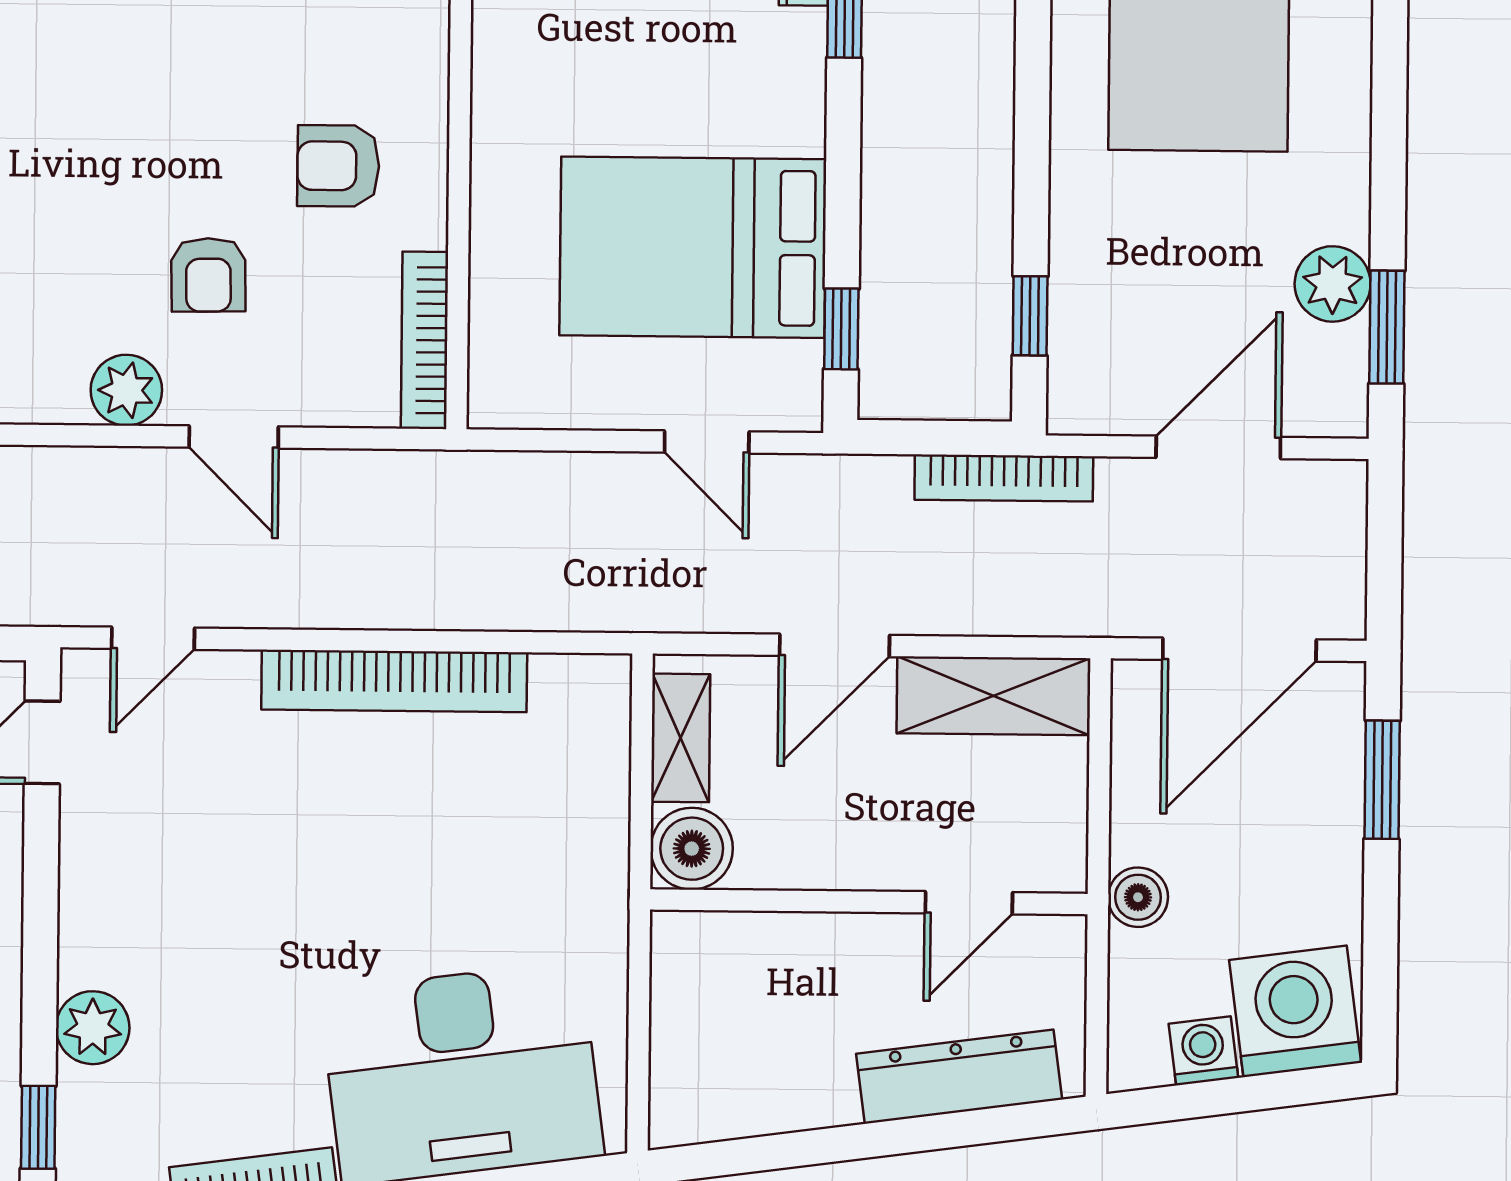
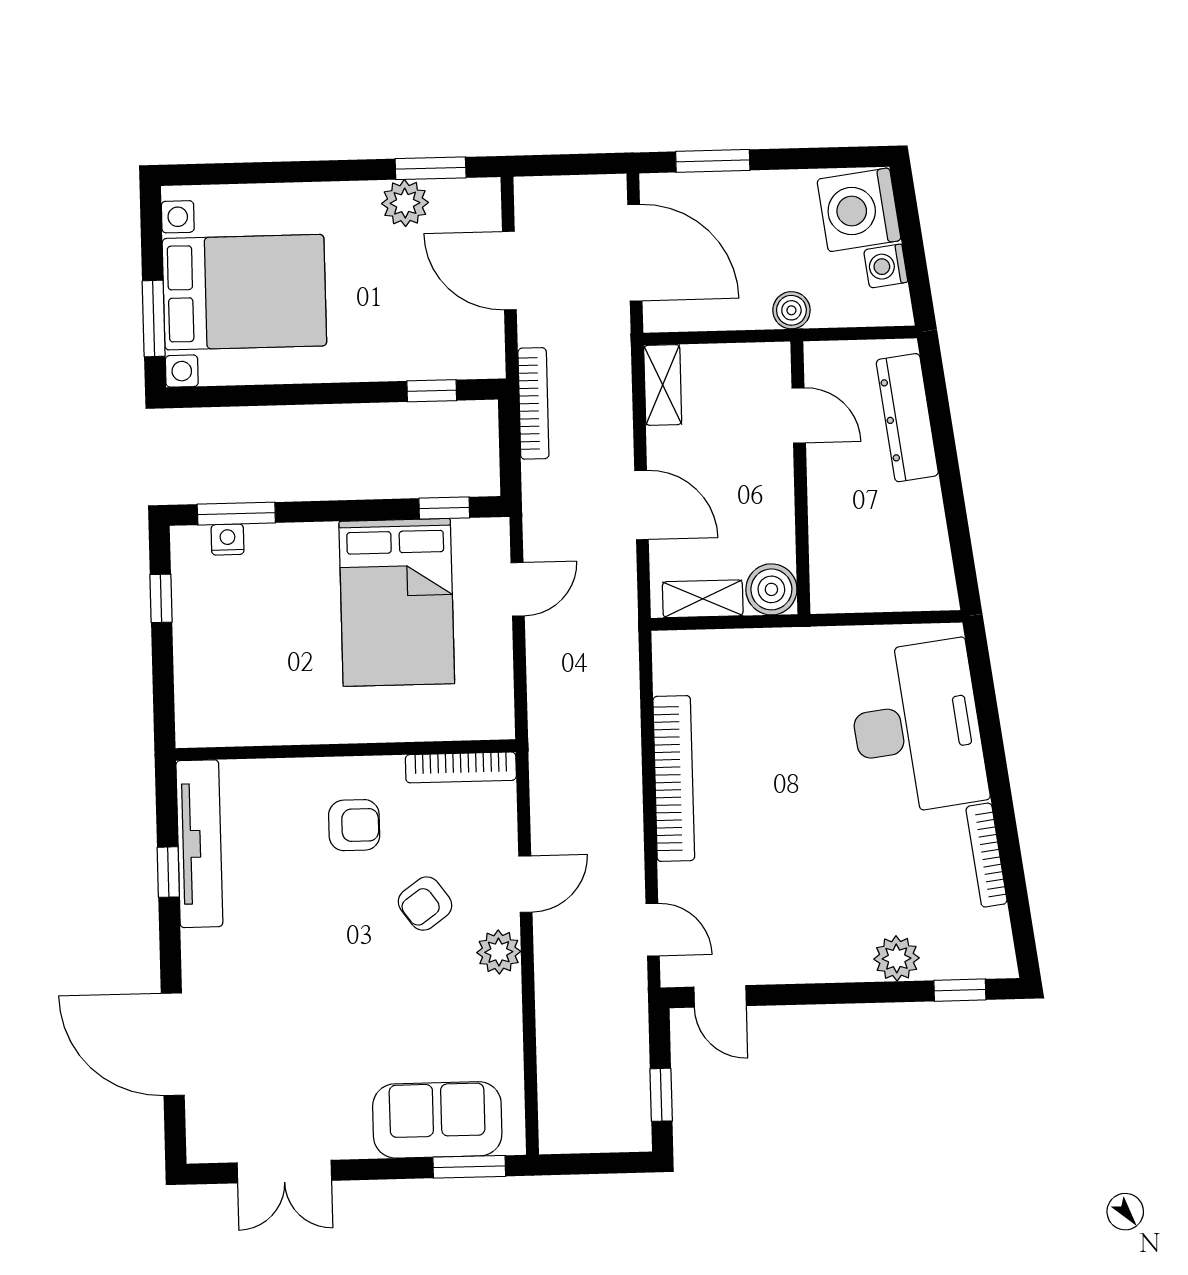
armchair: (338, 166) -> (354, 825), turned -90
armchair: (208, 275) -> (425, 904), turned 145
shelving: (994, 696) -> (663, 385), width x0.67, depth x0.75

